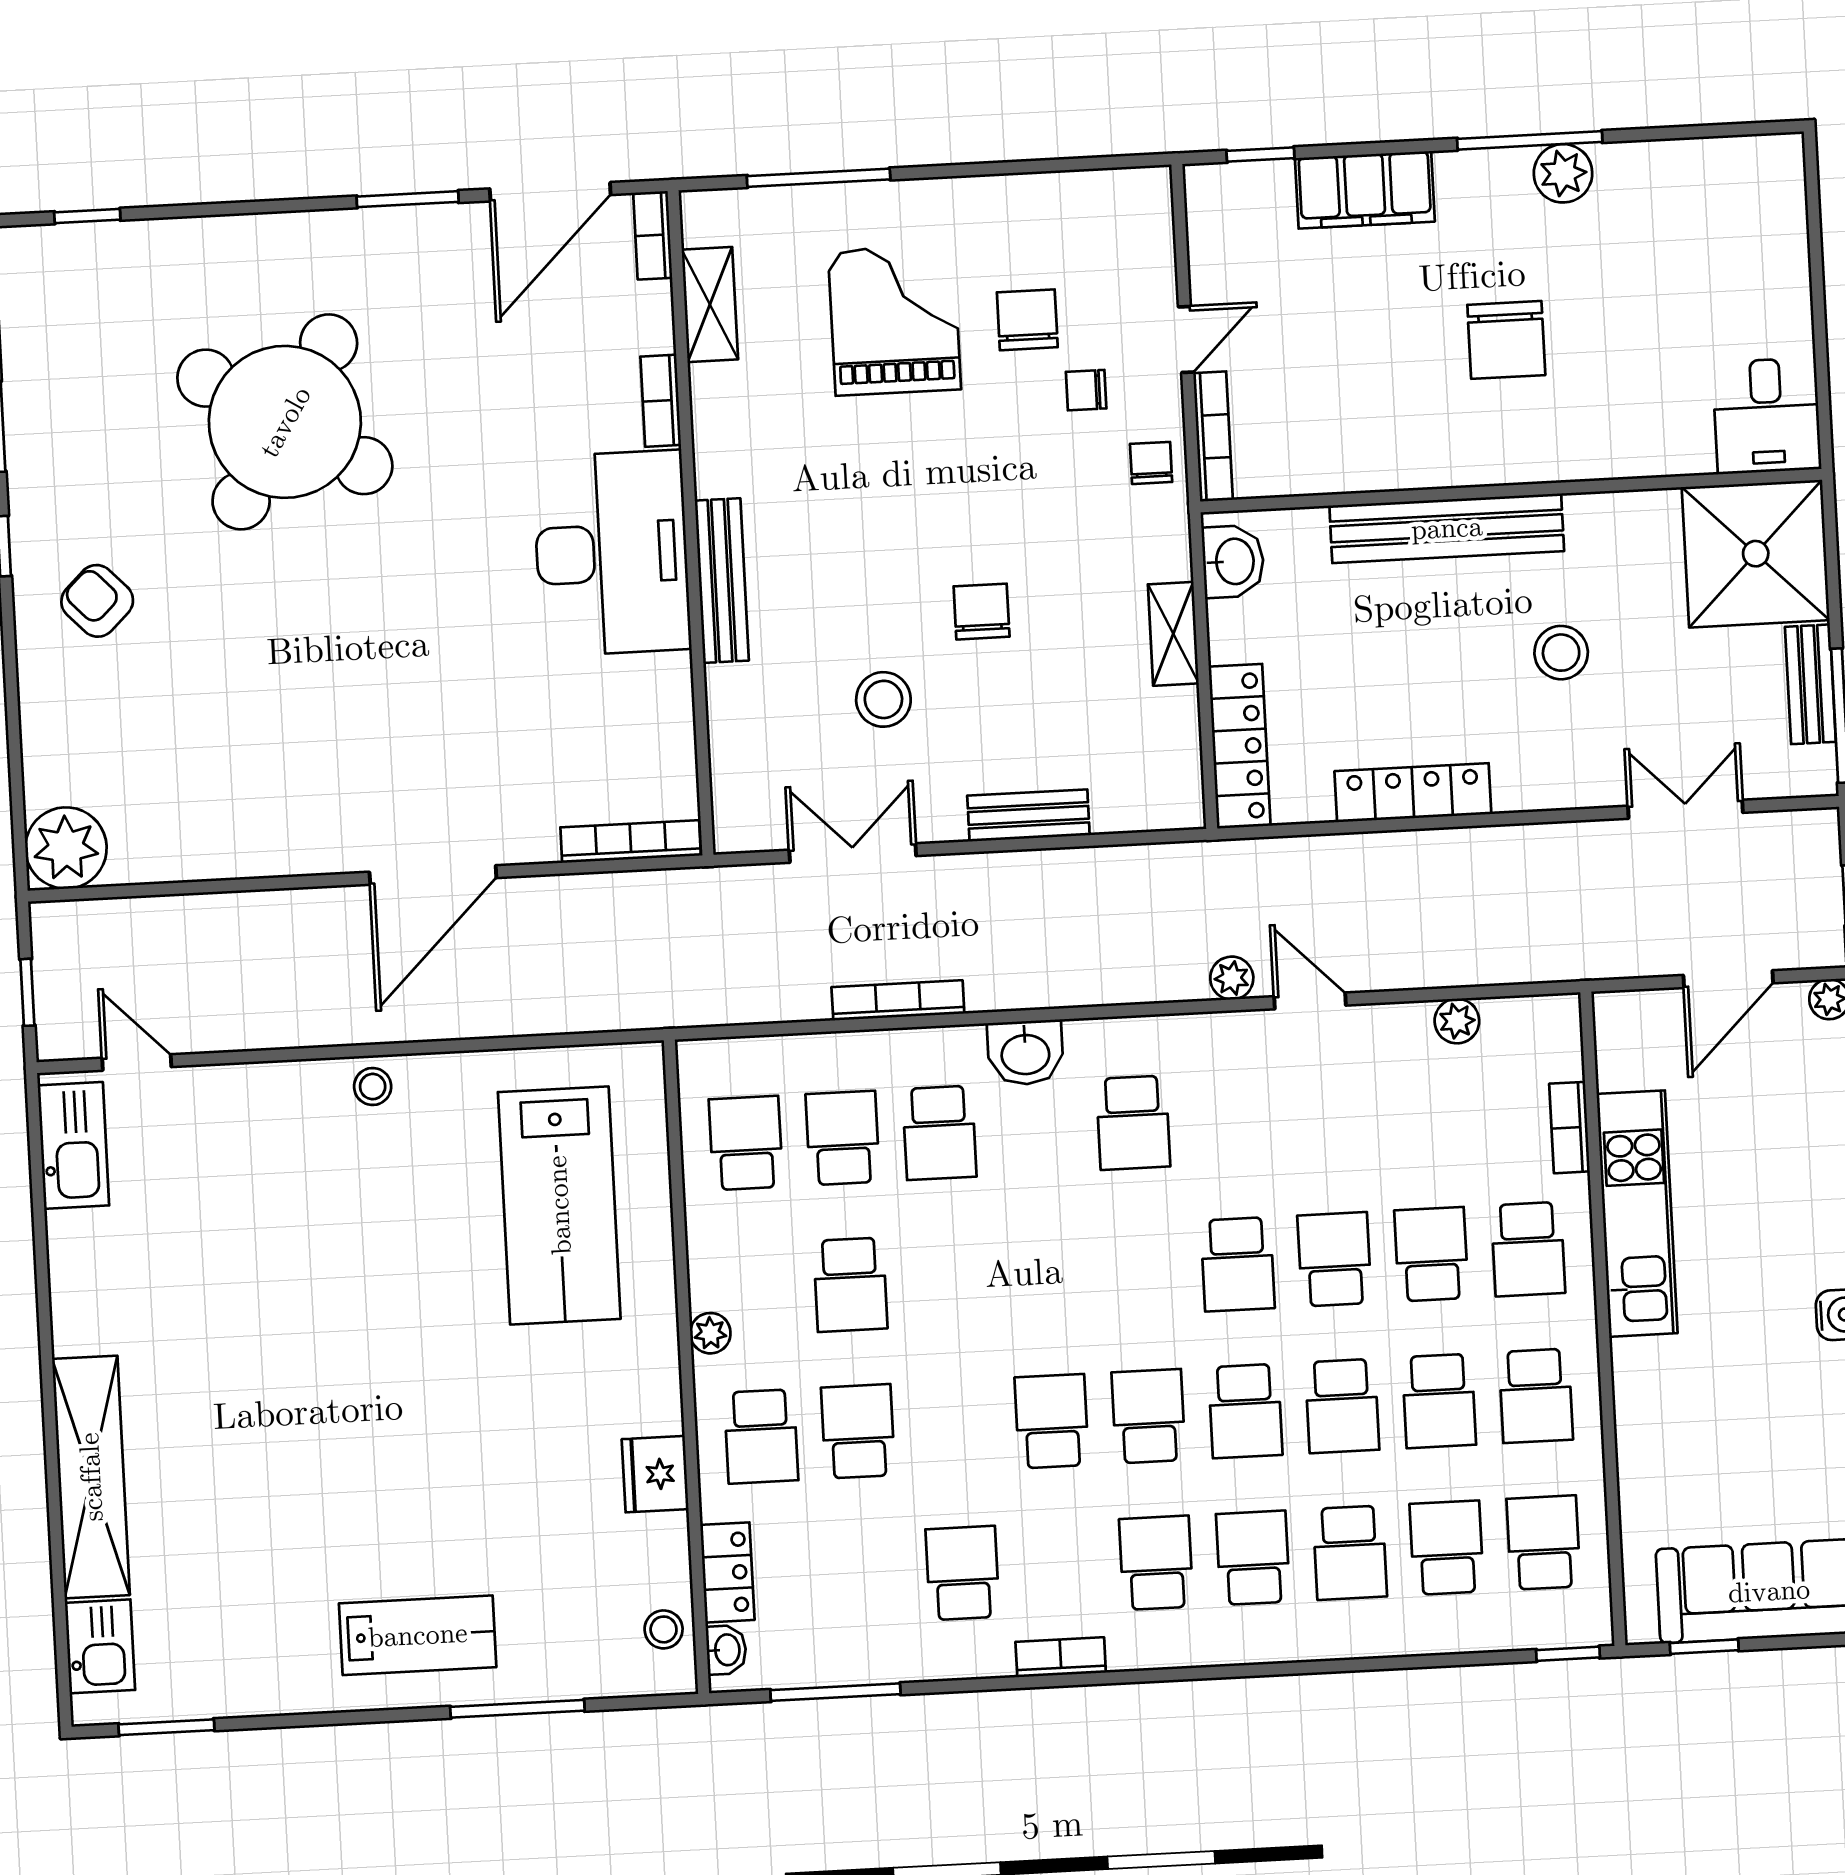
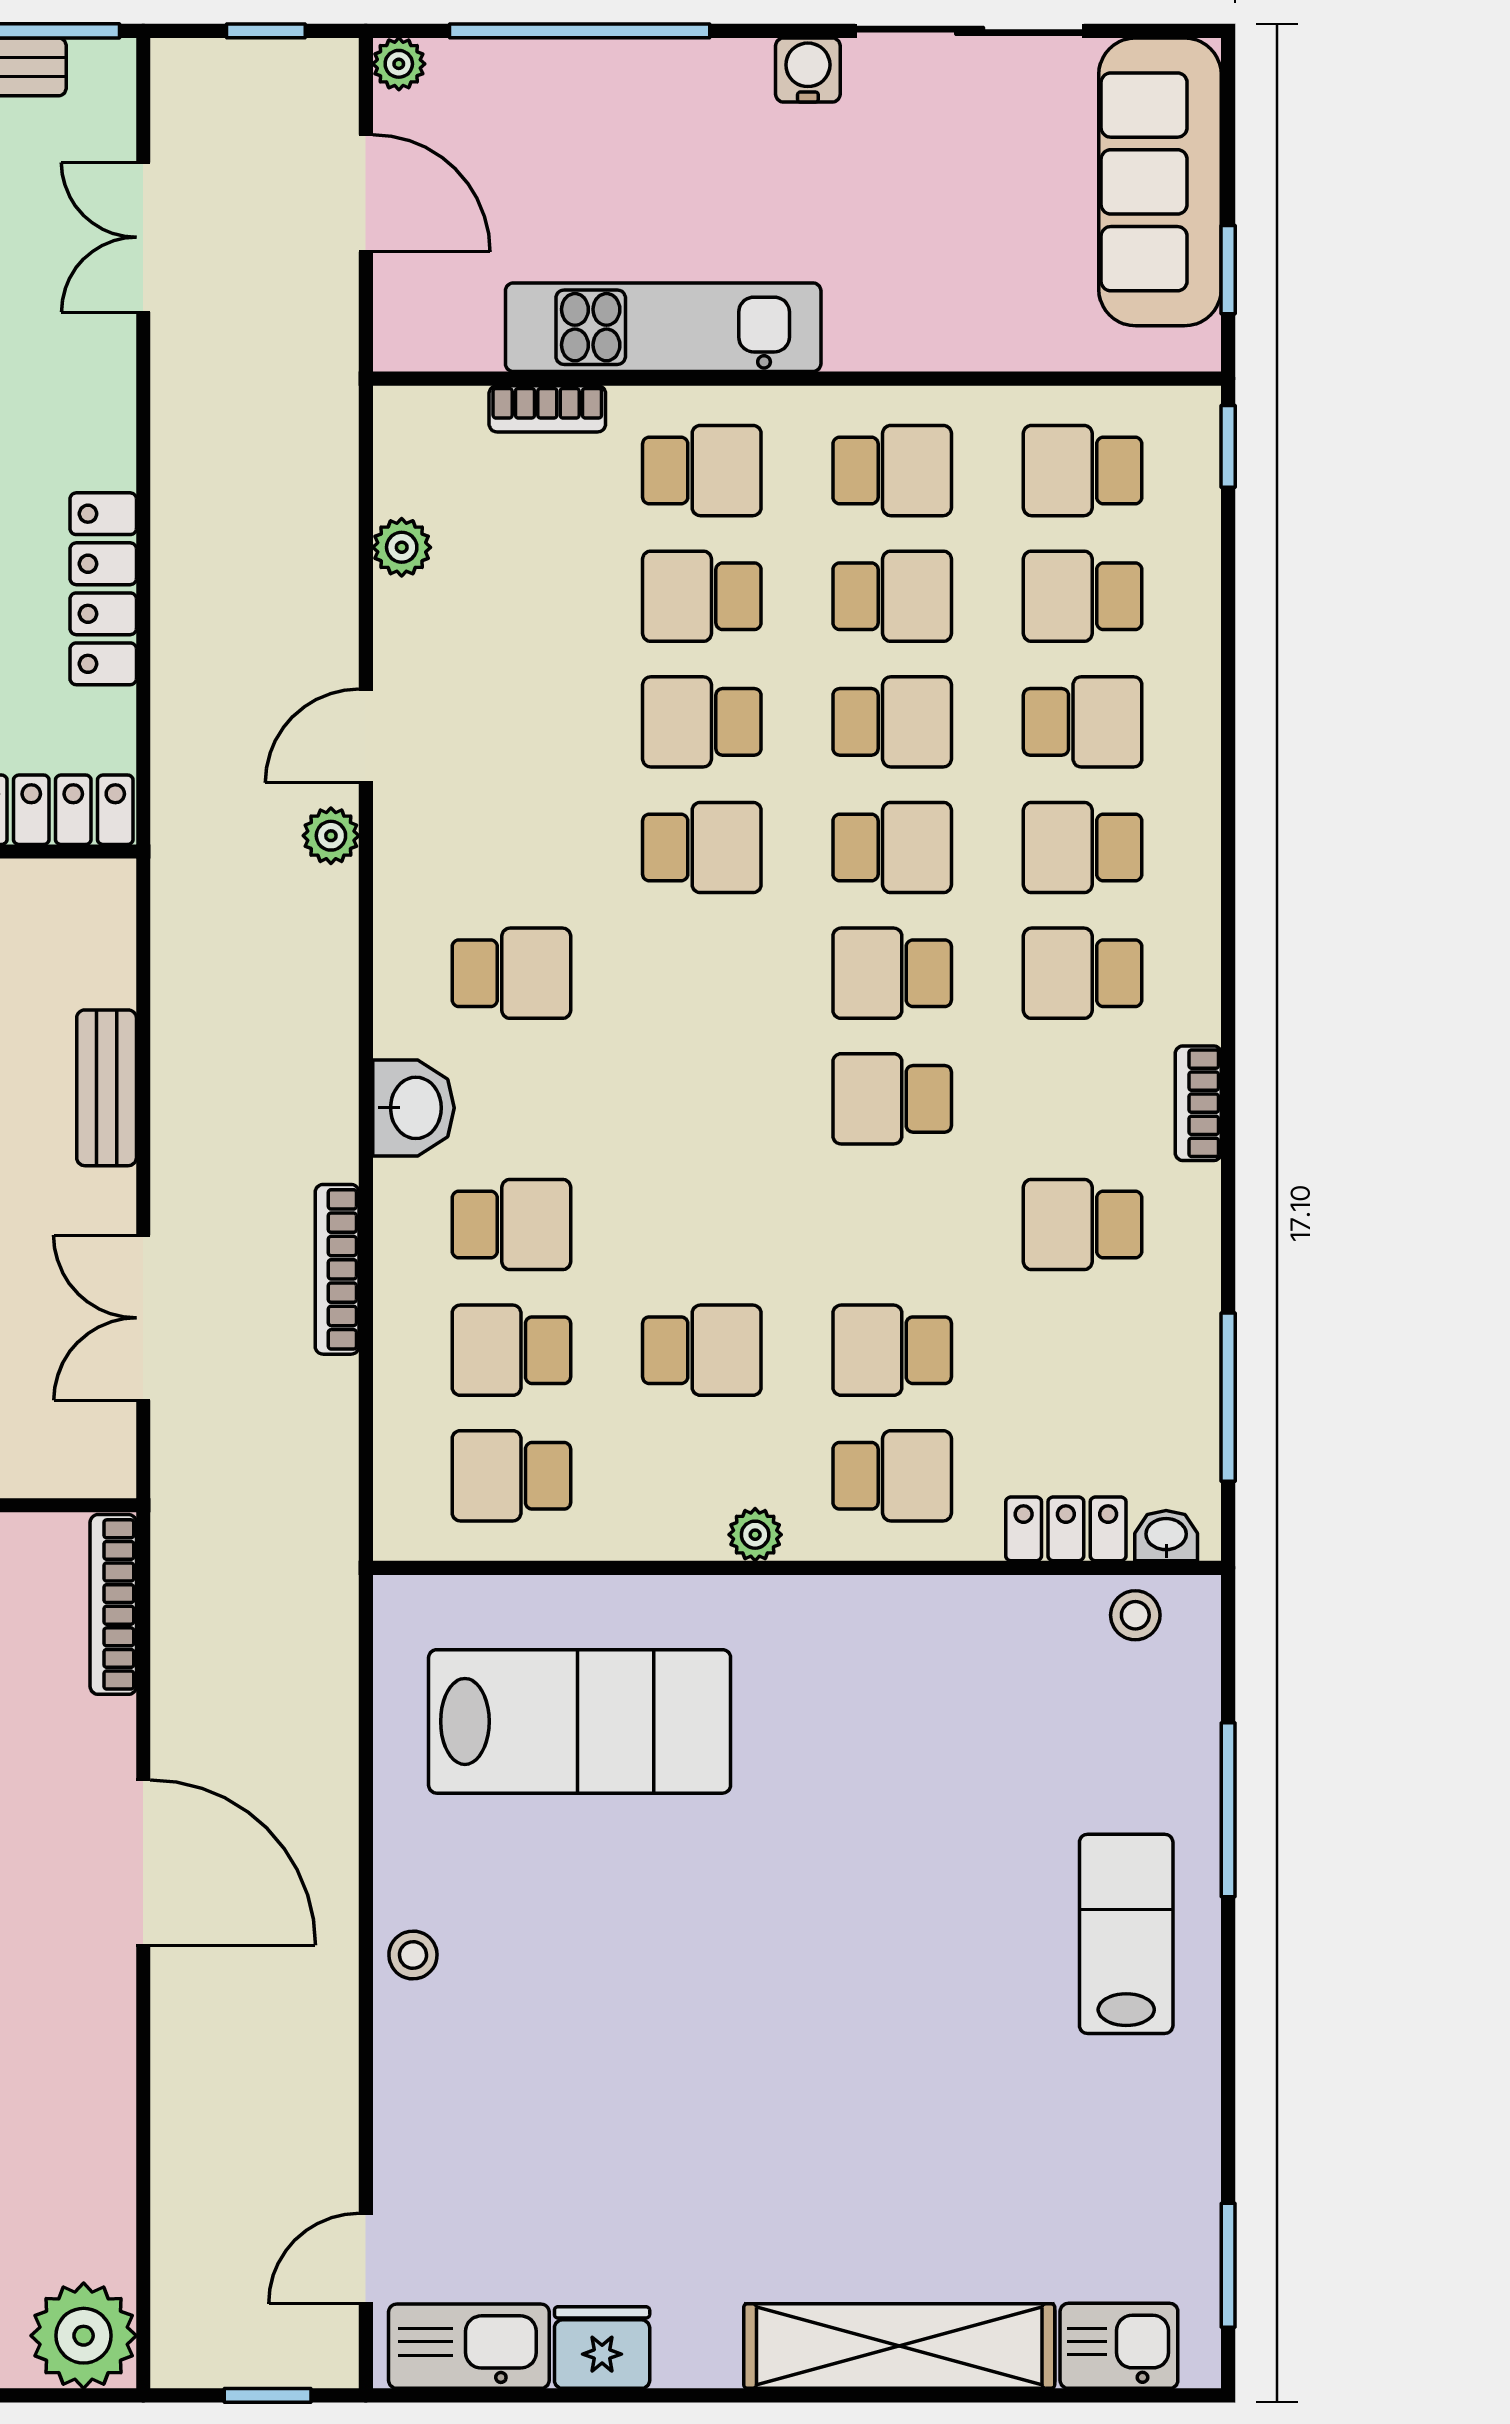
fridge: (655, 1474) -> (602, 2348), moved, turned 180

